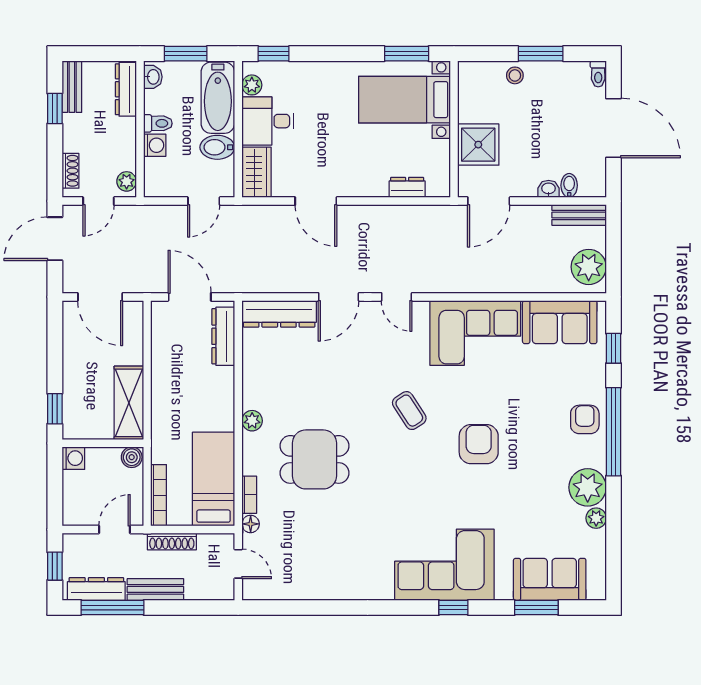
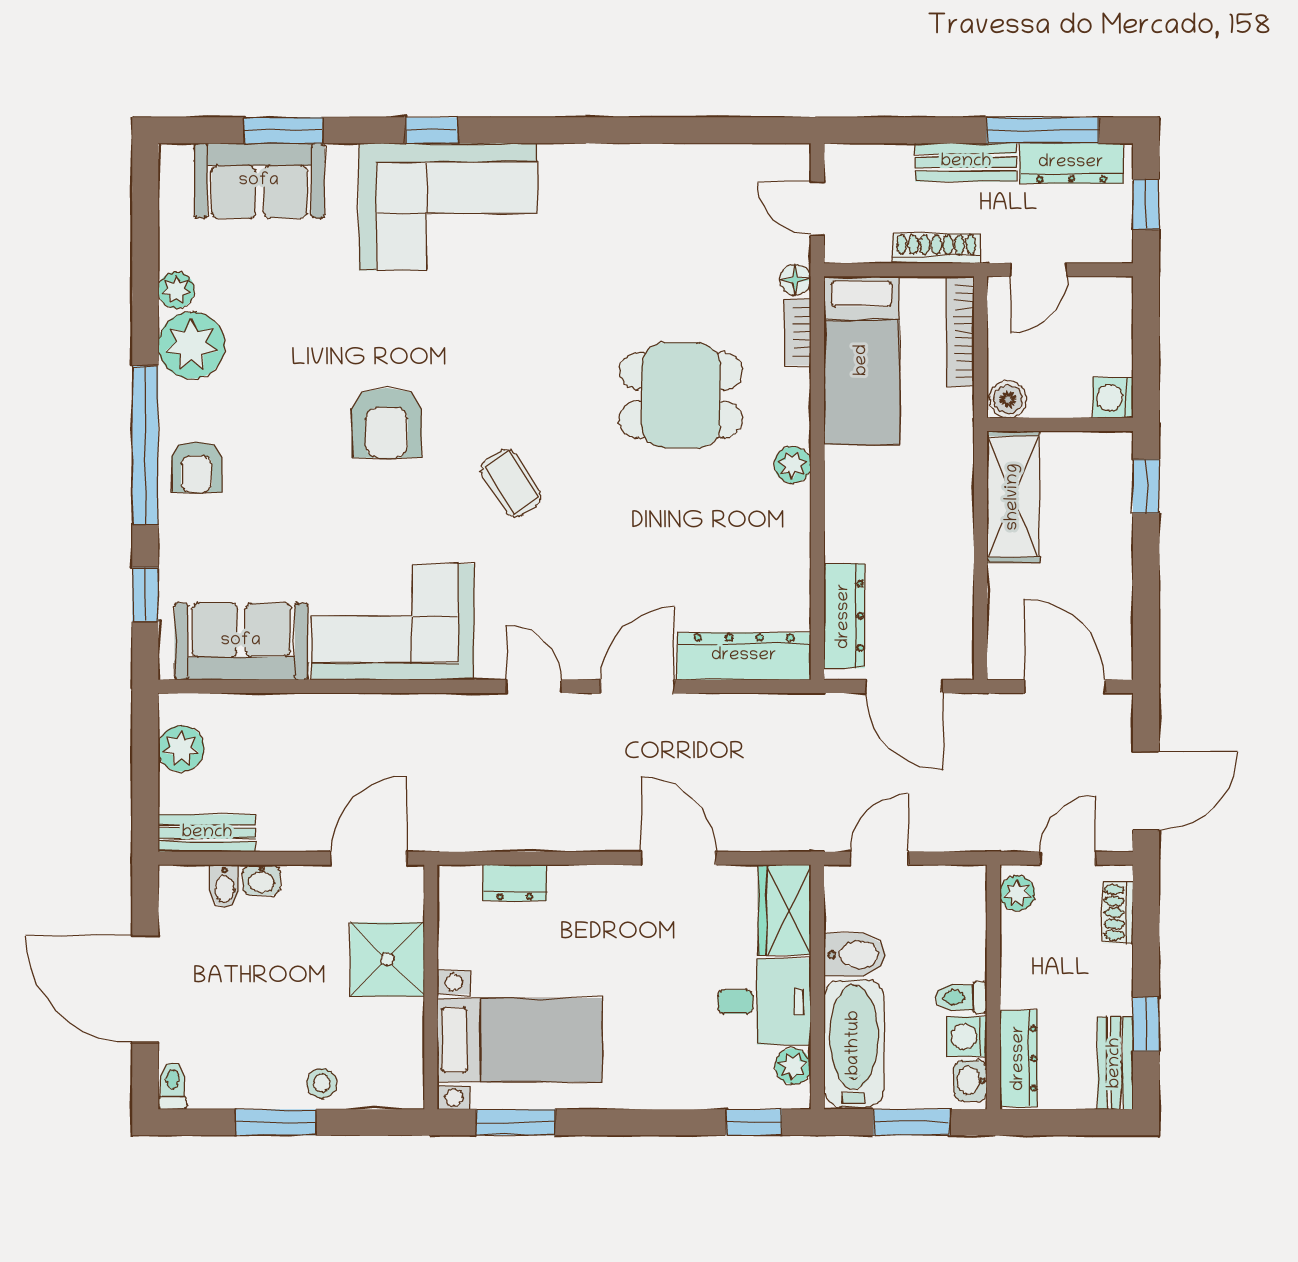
washing machine: (155, 145) -> (967, 1037), moved
plant: (589, 267) -> (181, 749), width x0.73, depth x0.73

